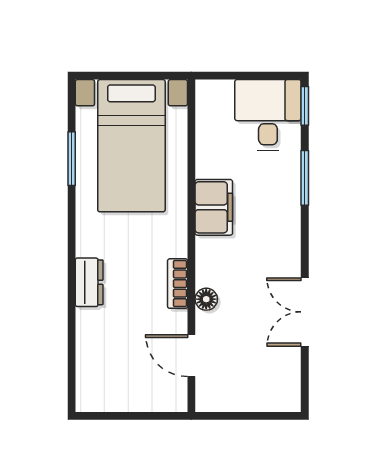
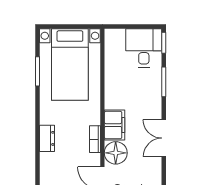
filing cabinet: (214, 207) -> (114, 125), moved
floor lamp: (206, 299) -> (116, 153), width x1.89, depth x1.89
double door: (305, 312) -> (164, 138), moved

